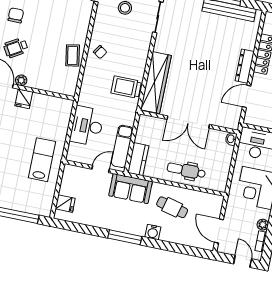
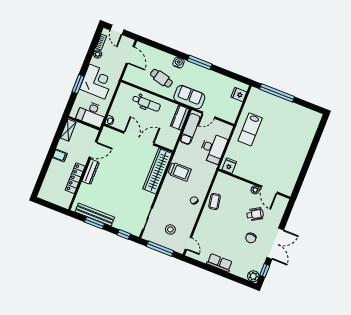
fridge: (24, 99) -> (229, 166), moved

